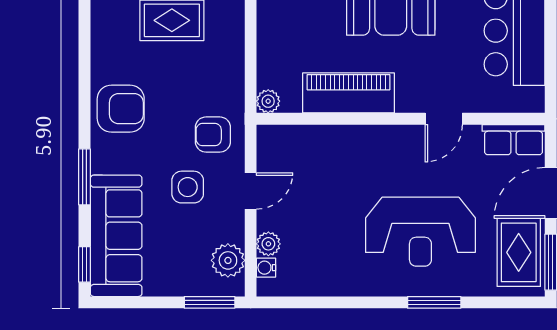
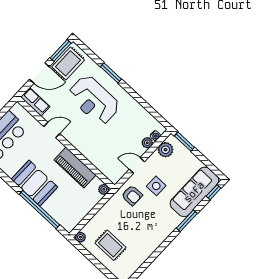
armchair: (121, 109) -> (154, 232), removed
reception desk: (420, 232) -> (94, 100), turned 180

